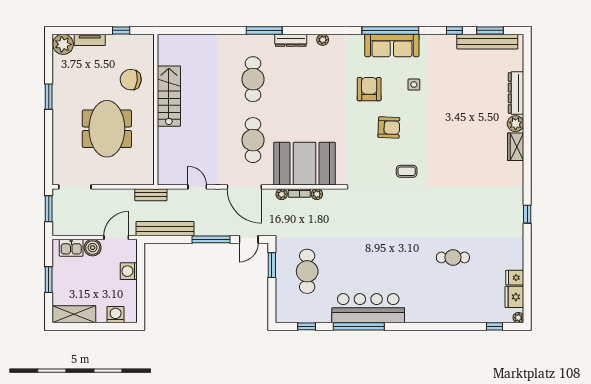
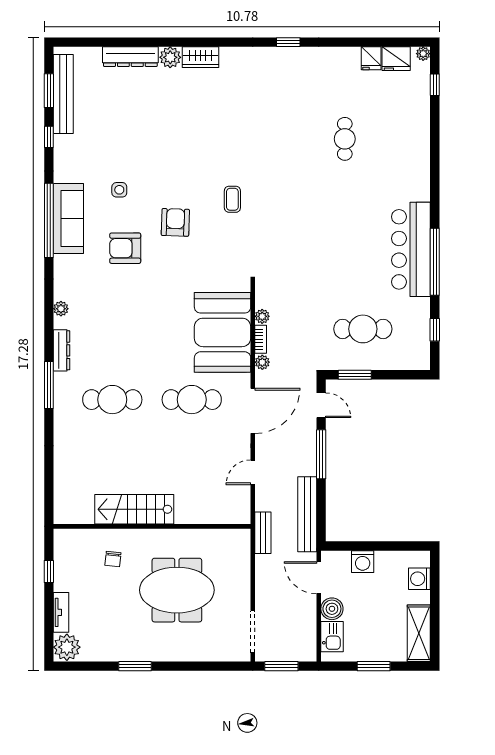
chair: (131, 80) -> (113, 559), width x0.54, depth x0.54

